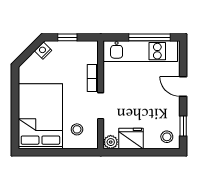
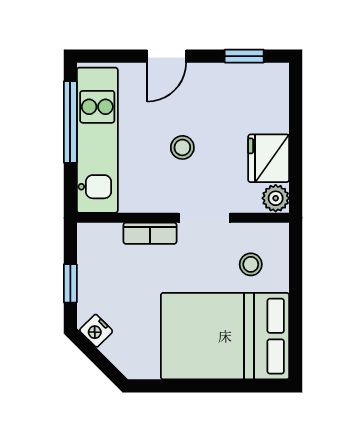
stool: (167, 137) -> (182, 147), moved

